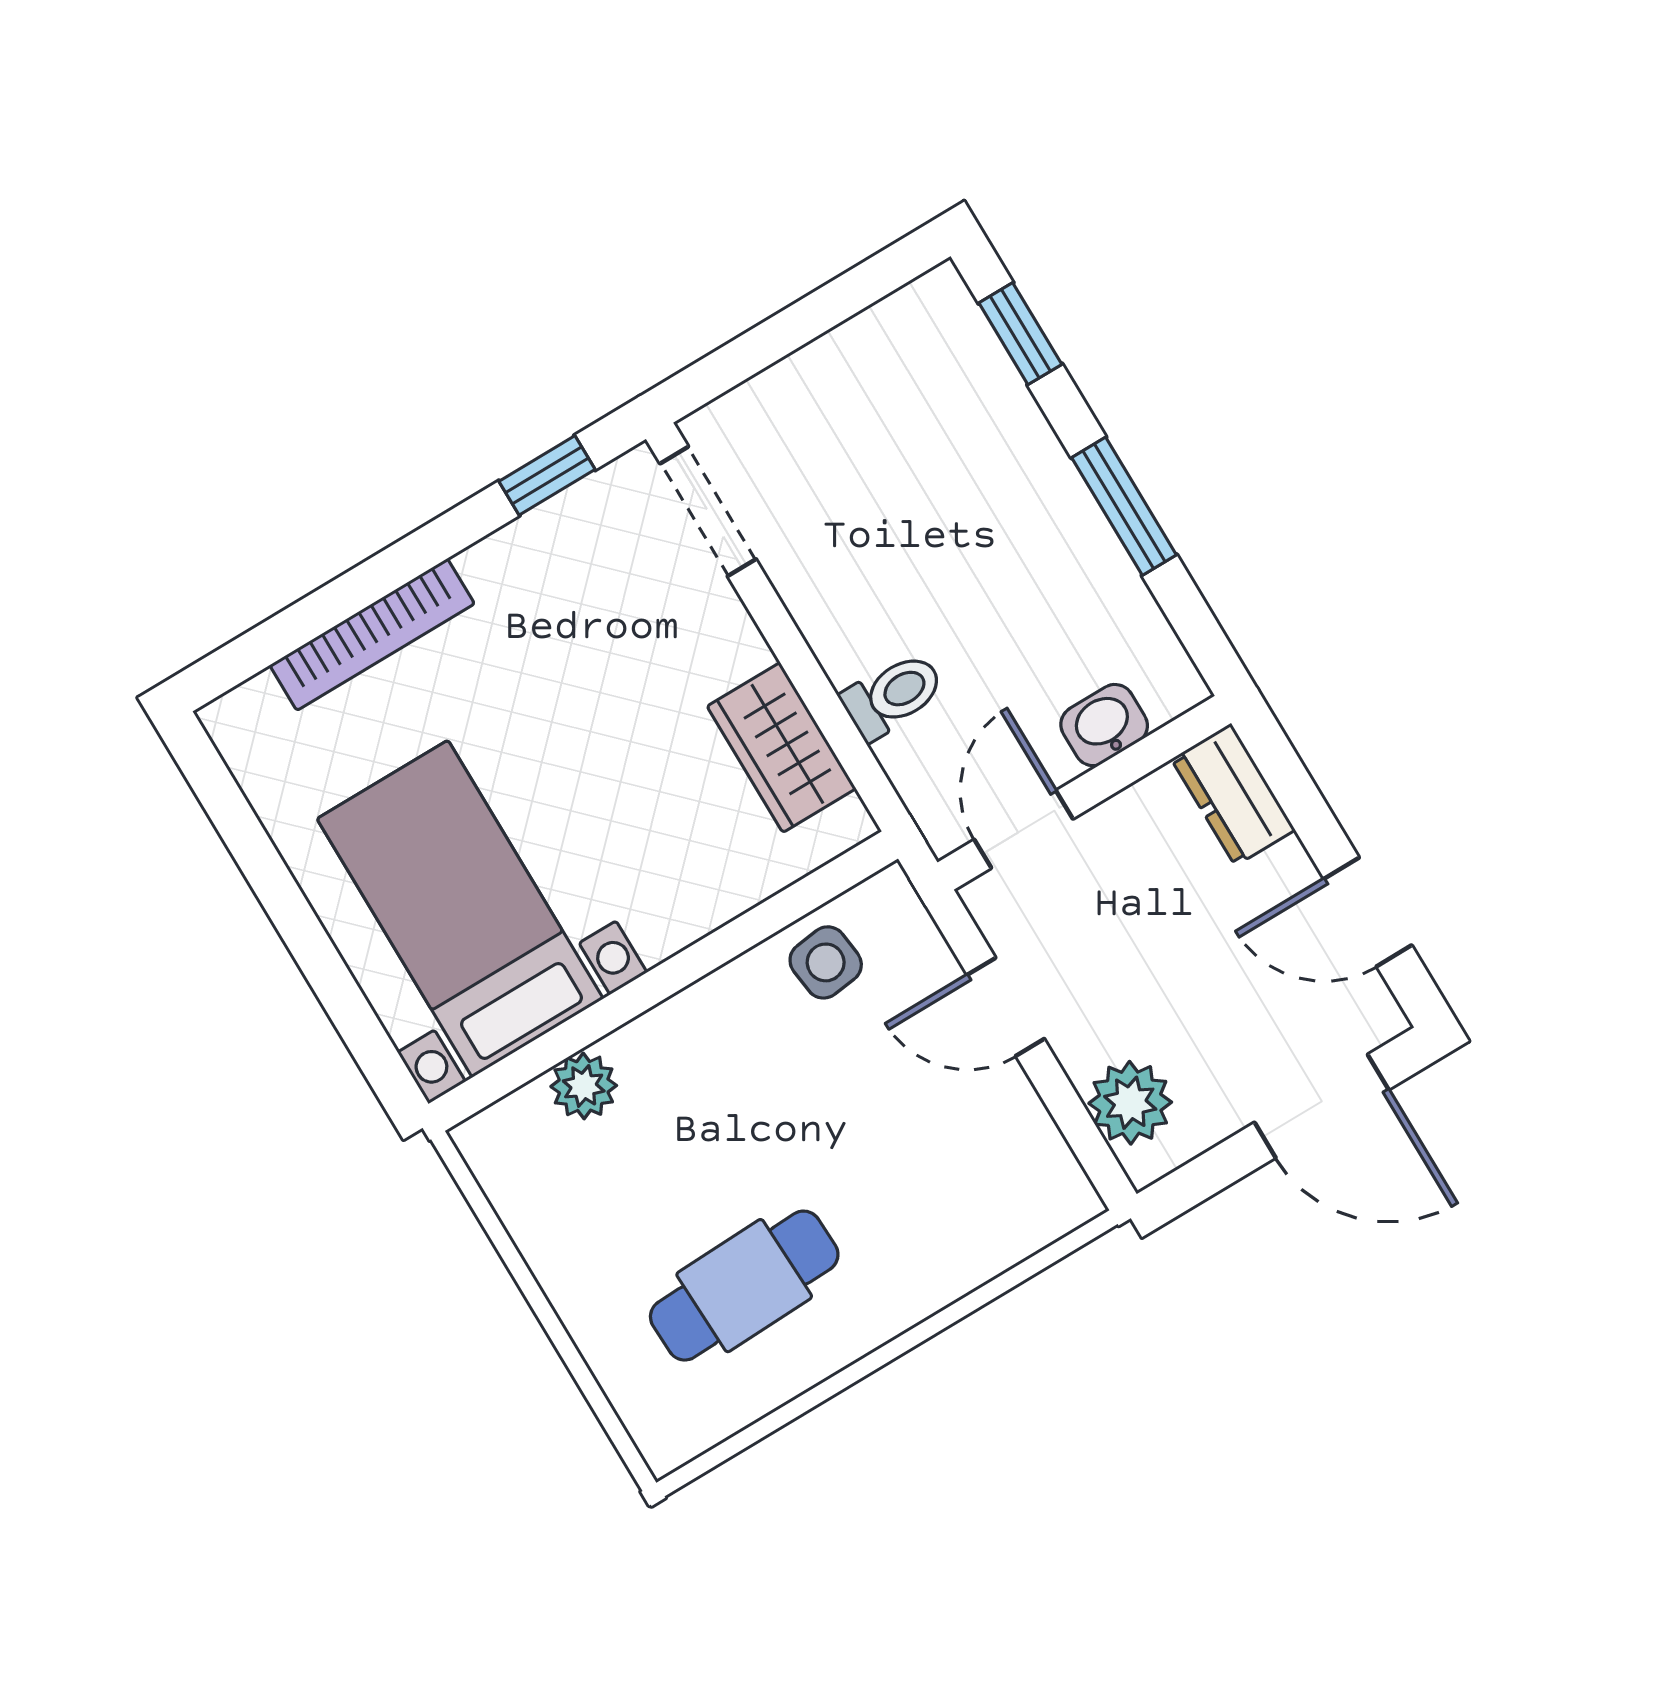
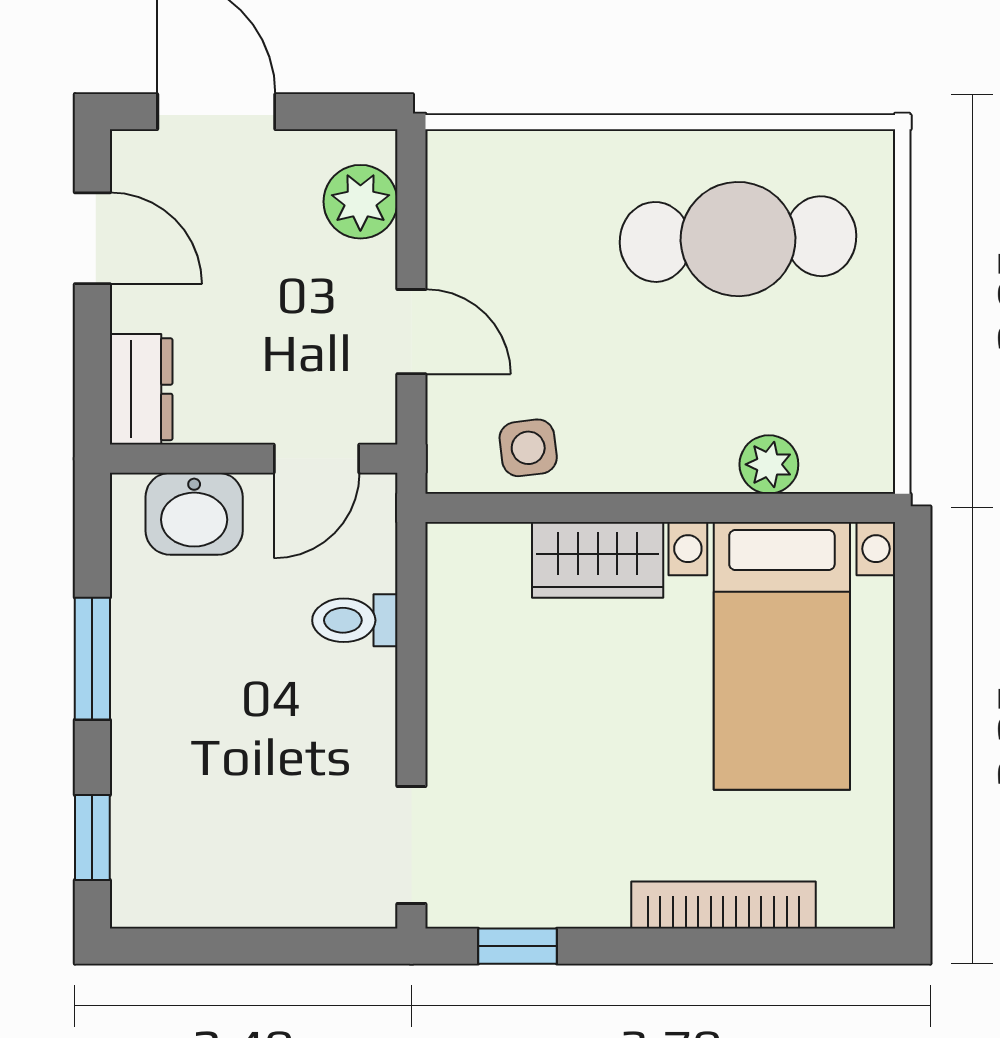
washbasin: (1104, 725) -> (194, 514), width x1.38, depth x1.45
wardrobe: (781, 747) -> (598, 560), moved, turned 90
cafe table: (744, 1286) -> (738, 239), width x1.37, depth x1.35

